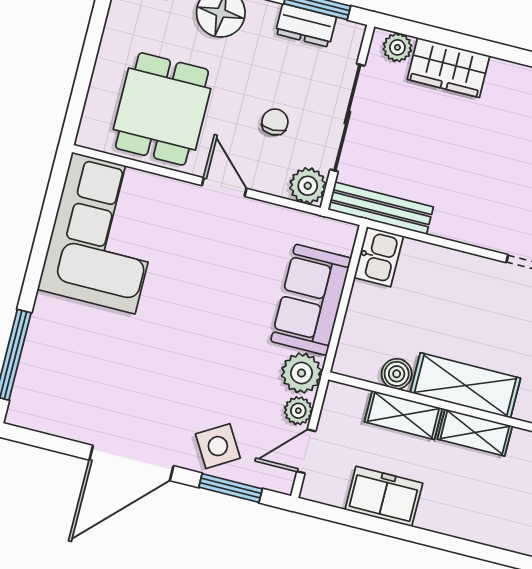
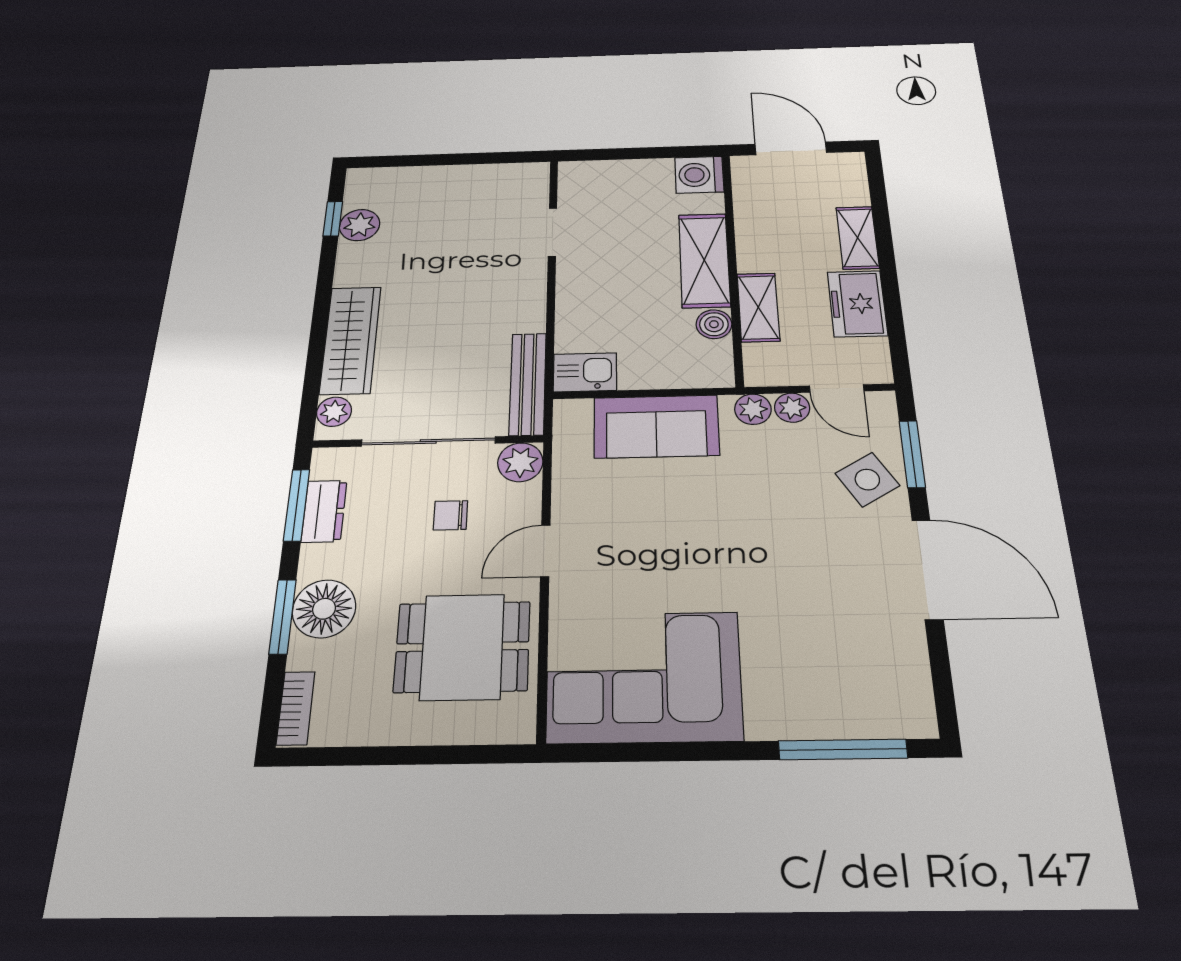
wardrobe: (449, 68) -> (351, 340), width x1.50
plant: (302, 373) -> (753, 409), width x0.73, depth x0.73
shelving: (475, 432) -> (858, 238), moved

